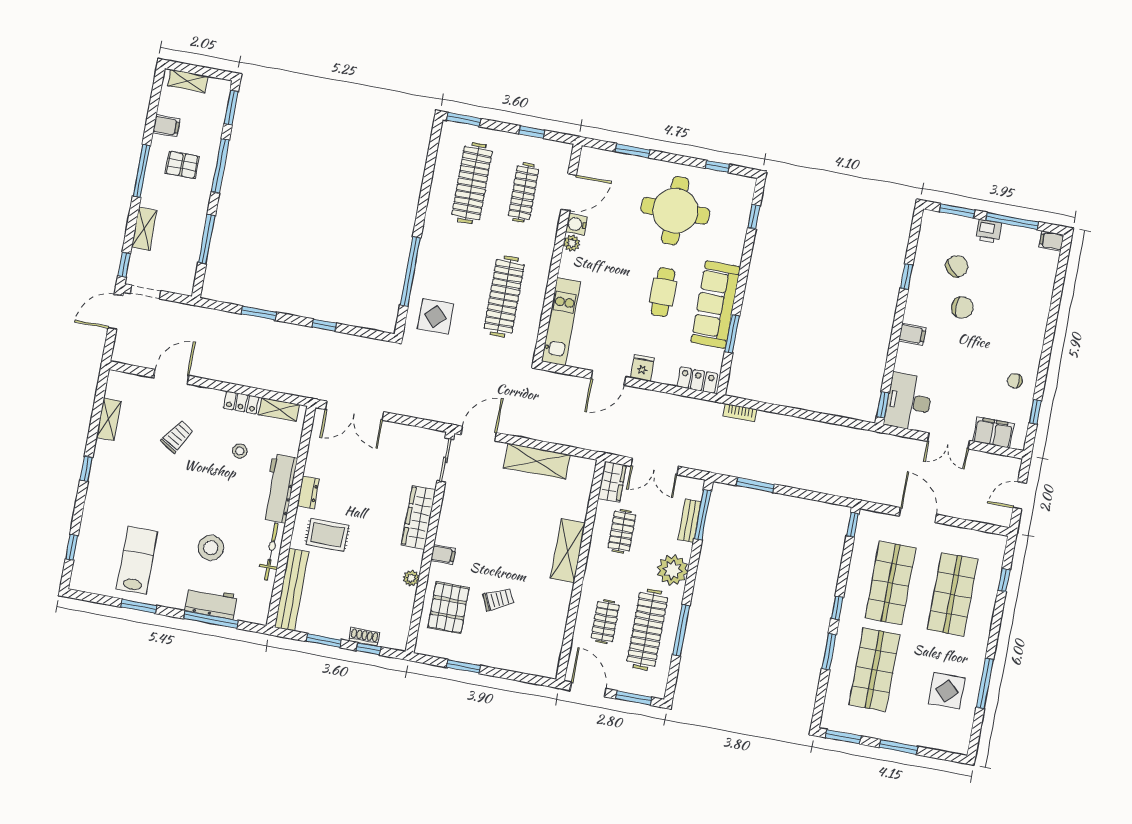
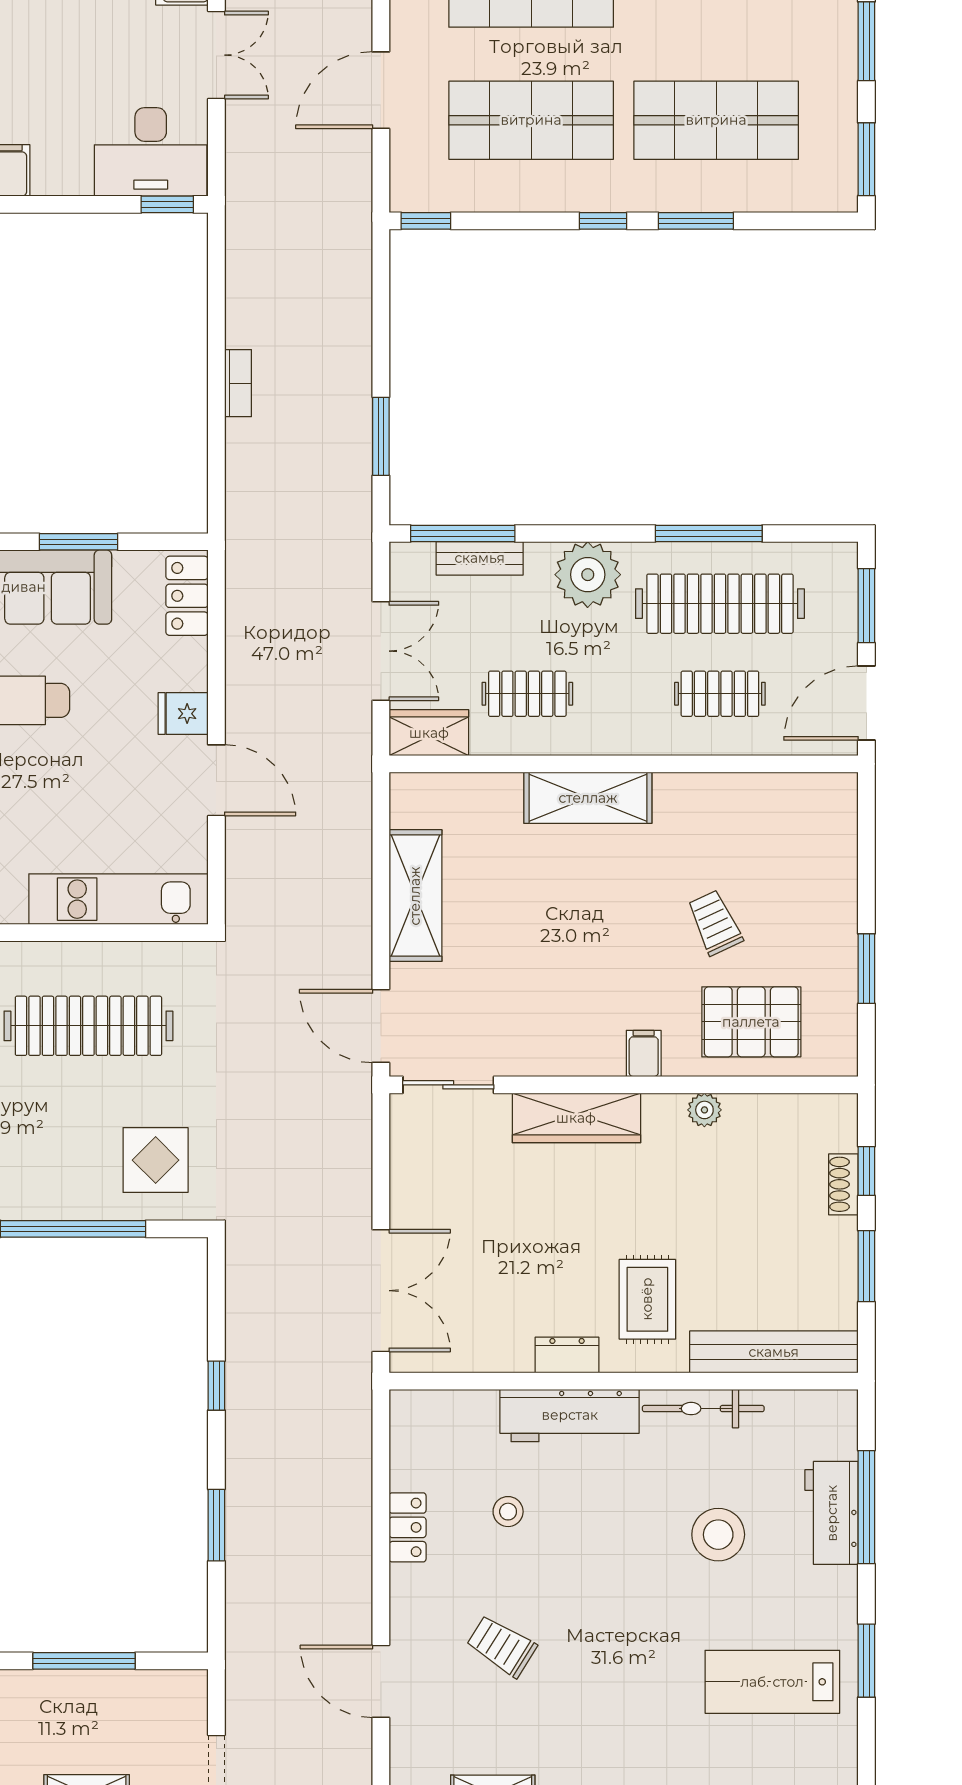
shelving: (279, 409) -> (407, 1447), removed
bookcase: (740, 413) -> (238, 383), moved

